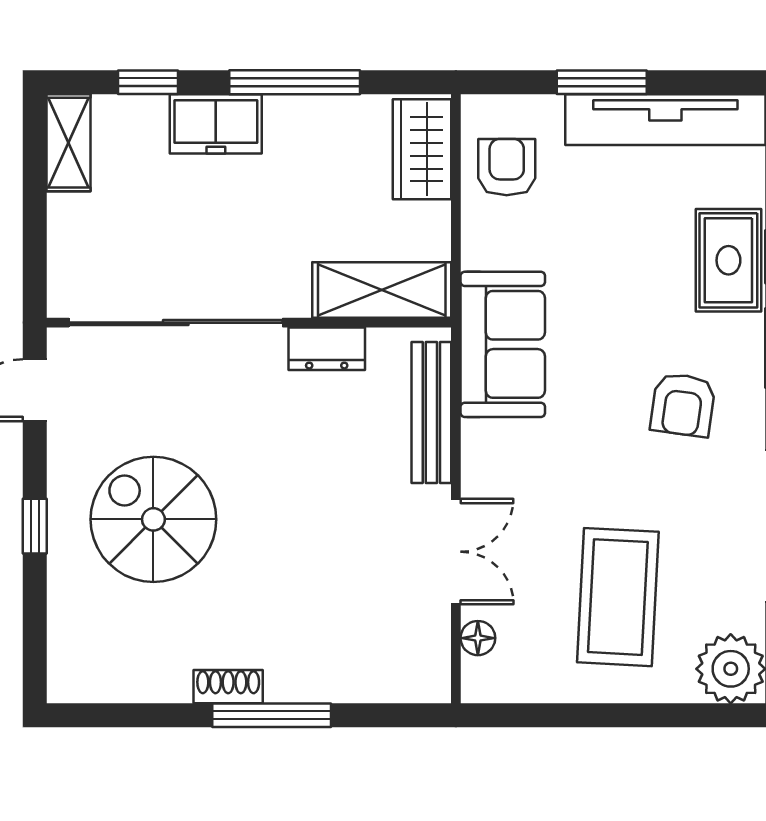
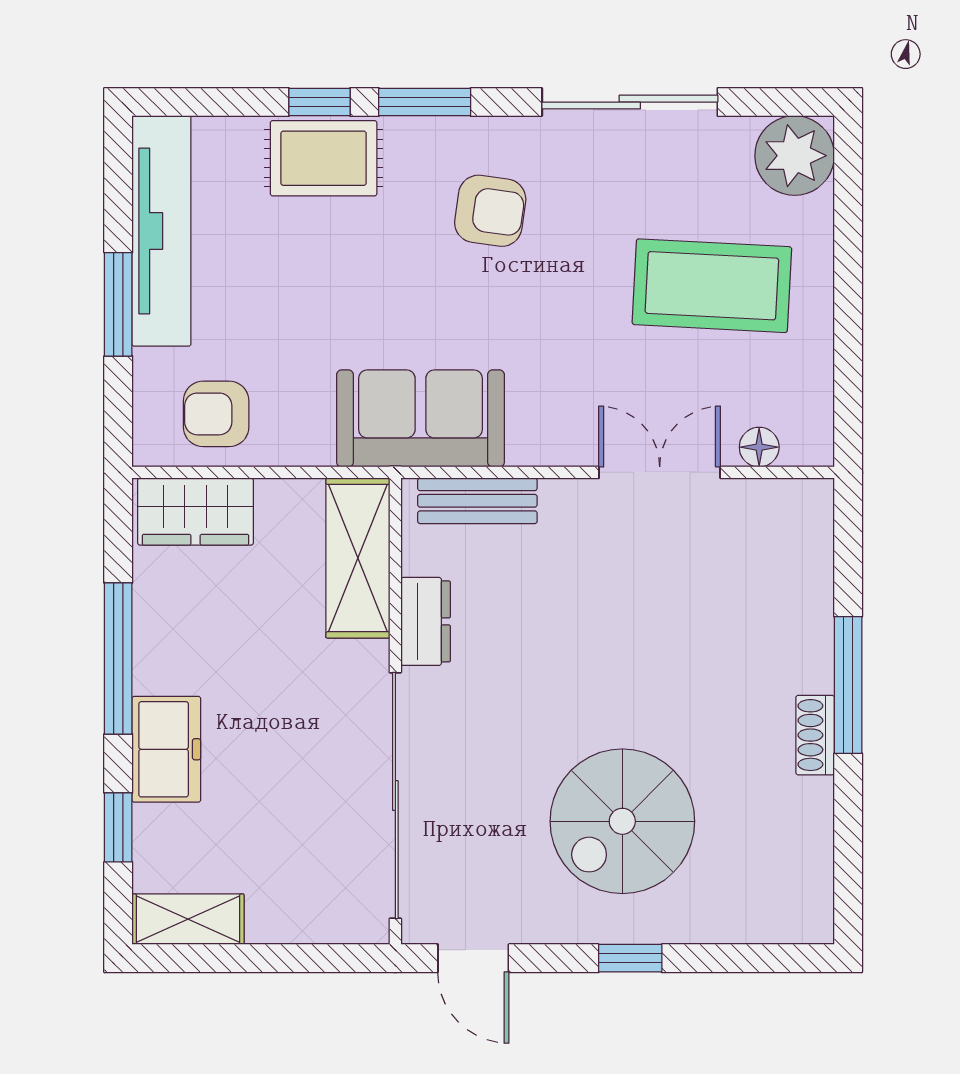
bench: (431, 413) -> (477, 501), width x0.73

